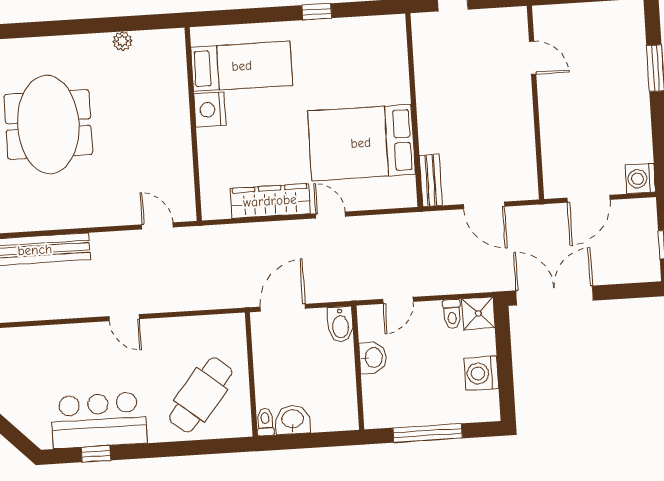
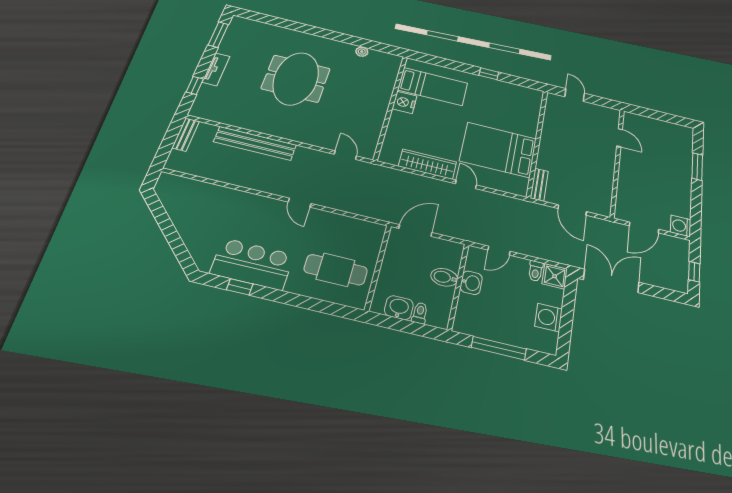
bidet: (340, 324) -> (444, 277), moved, turned 90
cafe table: (201, 395) -> (336, 270), turned 51
toilet: (265, 422) -> (420, 313), moved

